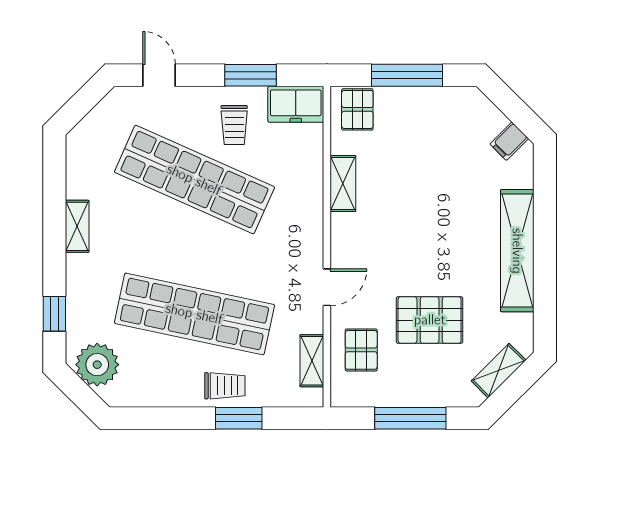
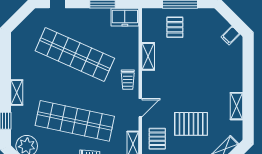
pallet: (357, 109) -> (175, 27), moved
trolley: (234, 125) -> (128, 80), moved
shelving: (77, 226) -> (17, 93), moved
shelving: (517, 251) -> (237, 106), width x0.45, depth x0.75

